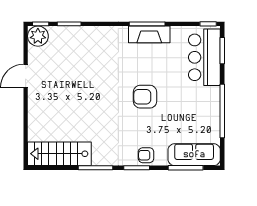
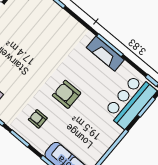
armchair: (146, 155) -> (38, 119), moved

